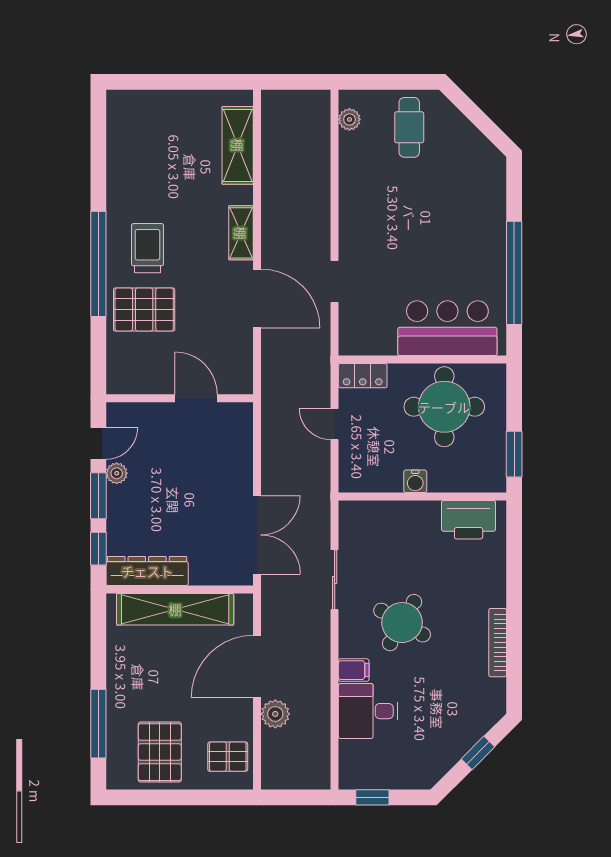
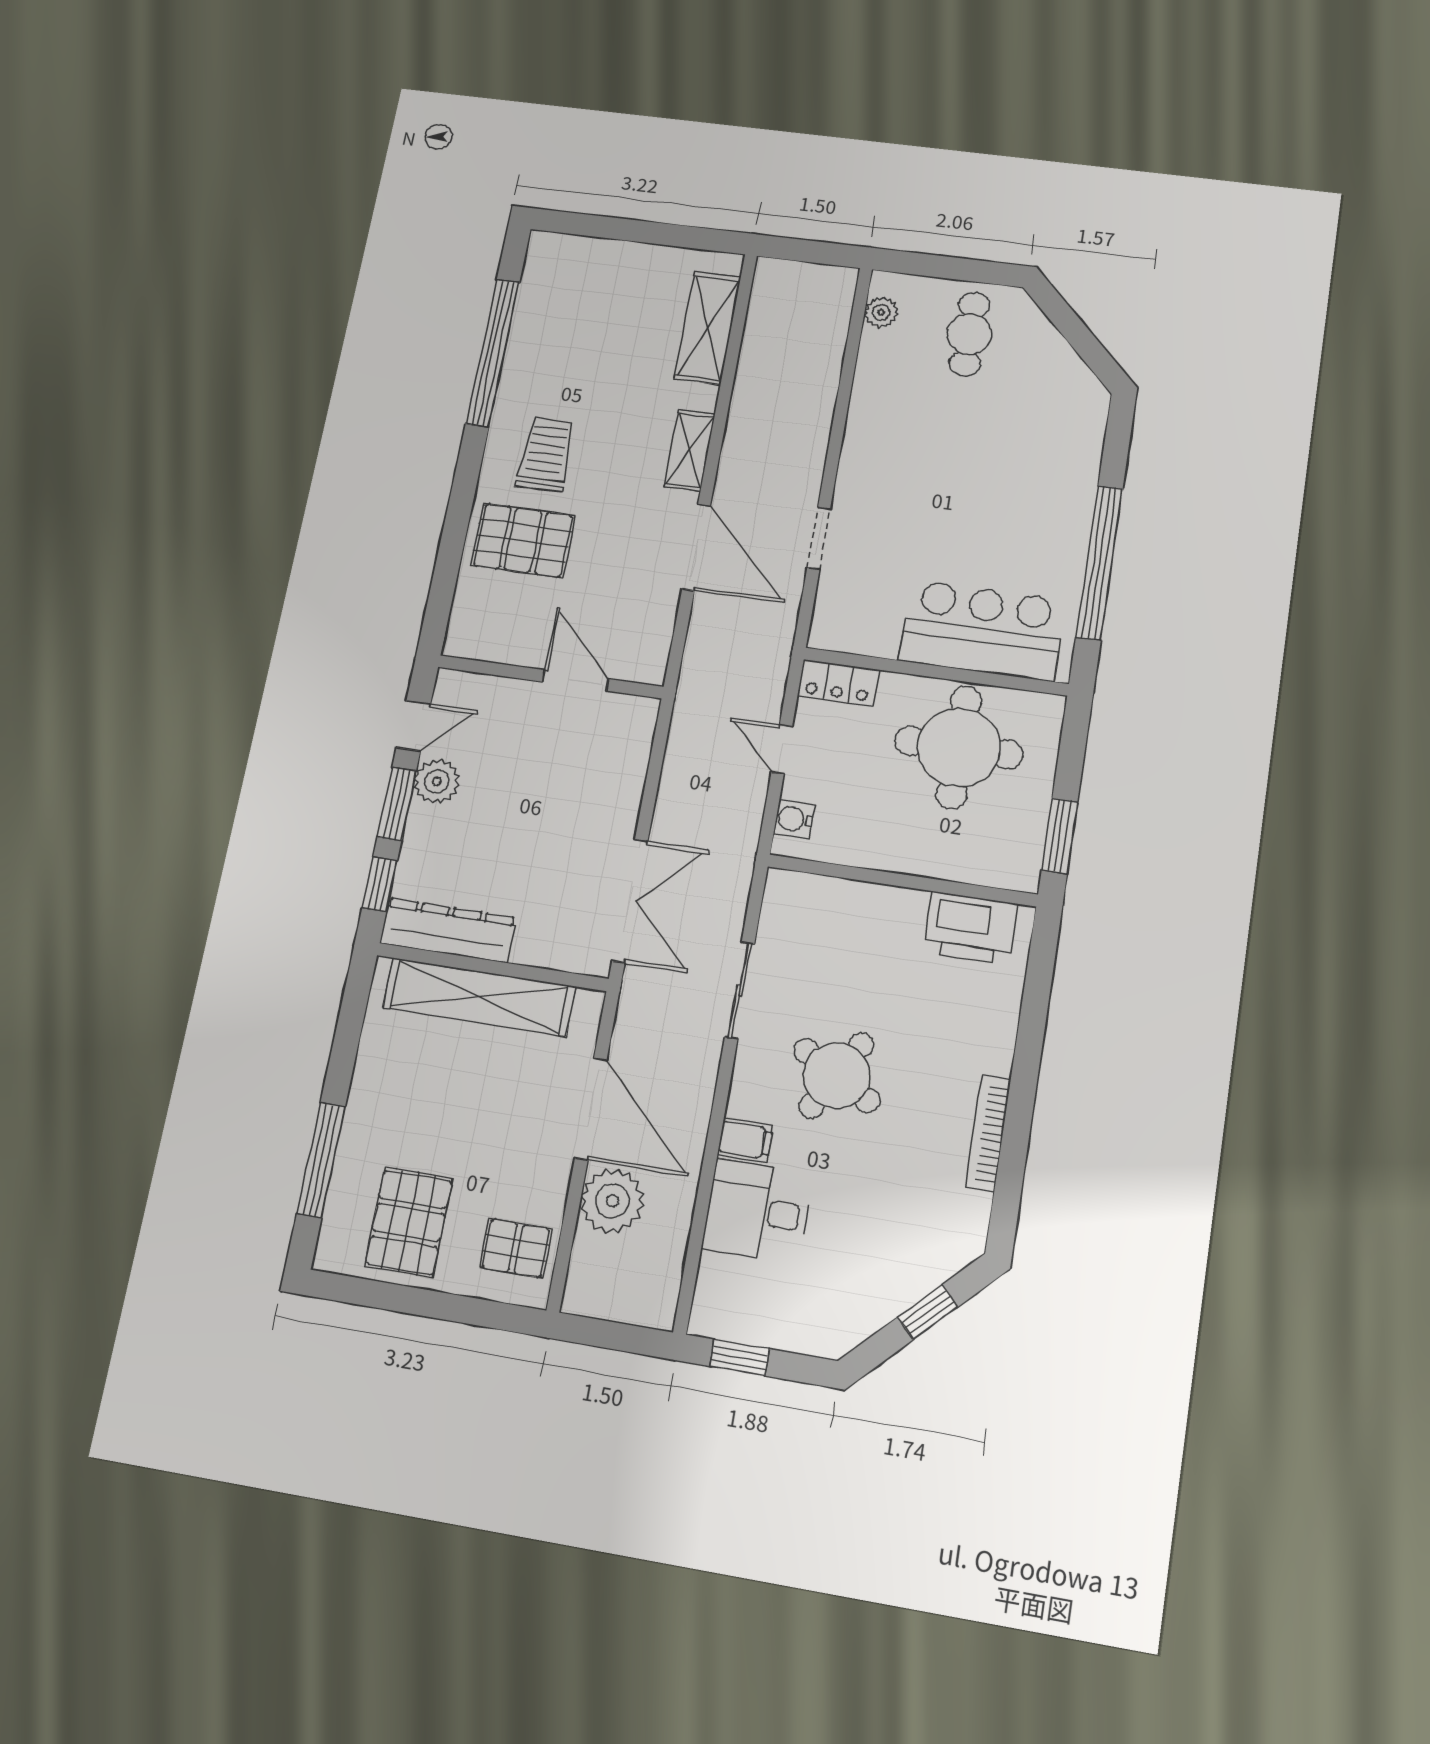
window: (98, 264) -> (493, 353), moved
plant: (117, 473) -> (437, 781), width x1.38, depth x1.38
water cooler: (415, 481) -> (794, 819), moved, turned 90
door: (257, 666) -> (591, 1109), swing flipped
plant: (275, 714) -> (612, 1201), width x1.36, depth x1.36

